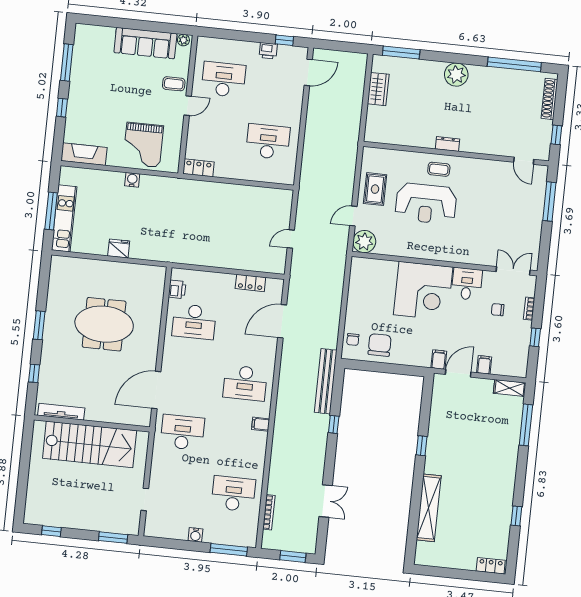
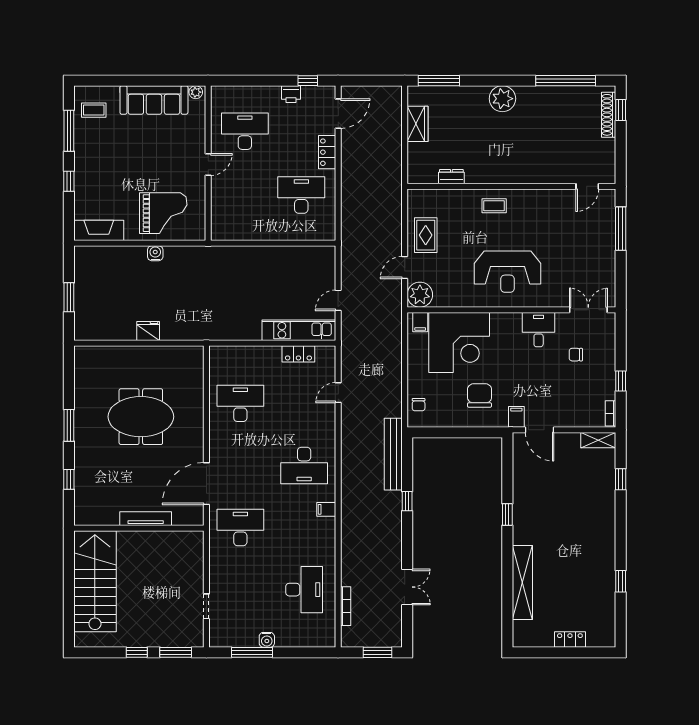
coffee table: (174, 84) -> (94, 110), moved
window: (556, 135) -> (621, 110), moved
dresser: (448, 144) -> (451, 177), moved
grand piano: (143, 145) -> (163, 213), turned -90
door: (524, 161) -> (587, 186), hinge flipped
locker: (198, 168) -> (327, 152), moved, turned -90
reception desk: (426, 203) -> (507, 272), moved
window: (51, 211) -> (69, 297), width x0.69
kitchen unit: (64, 218) -> (299, 330), moved, turned -90
printer: (177, 289) -> (218, 369), removed
corner desk: (423, 291) -> (459, 342), moved
bookcase: (529, 309) -> (611, 413), moved
door: (282, 321) -> (338, 393), width x0.53
desk: (194, 322) -> (240, 403), turned 180
chair: (380, 345) -> (480, 396), moved
filing cabinet: (484, 365) -> (420, 322), moved, turned 180
door: (458, 373) -> (539, 430), swing flipped
tv unit: (61, 412) -> (146, 519), moved
window: (526, 425) -> (621, 479), width x0.46
stairs: (90, 444) -> (95, 581), moved, turned -90
desk: (233, 494) -> (304, 590), turned 90
window: (51, 531) -> (137, 652), moved
window: (229, 550) -> (252, 652), moved
locker: (491, 566) -> (570, 640), moved

